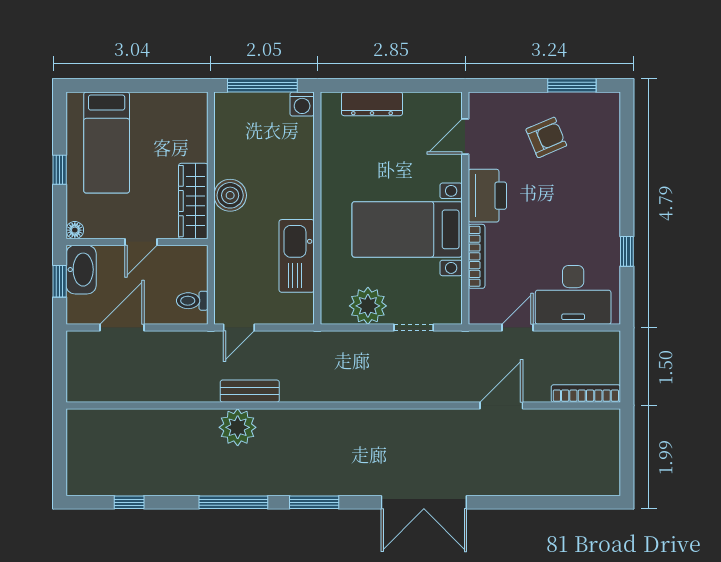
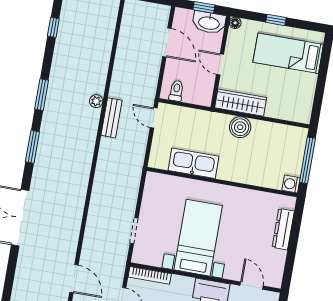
bookcase: (477, 256) -> (150, 275), moved
plant: (368, 306) -> (153, 204), removed
plant: (238, 427) -> (96, 101), width x0.53, depth x0.53
window: (233, 502) -> (42, 95), width x0.69

